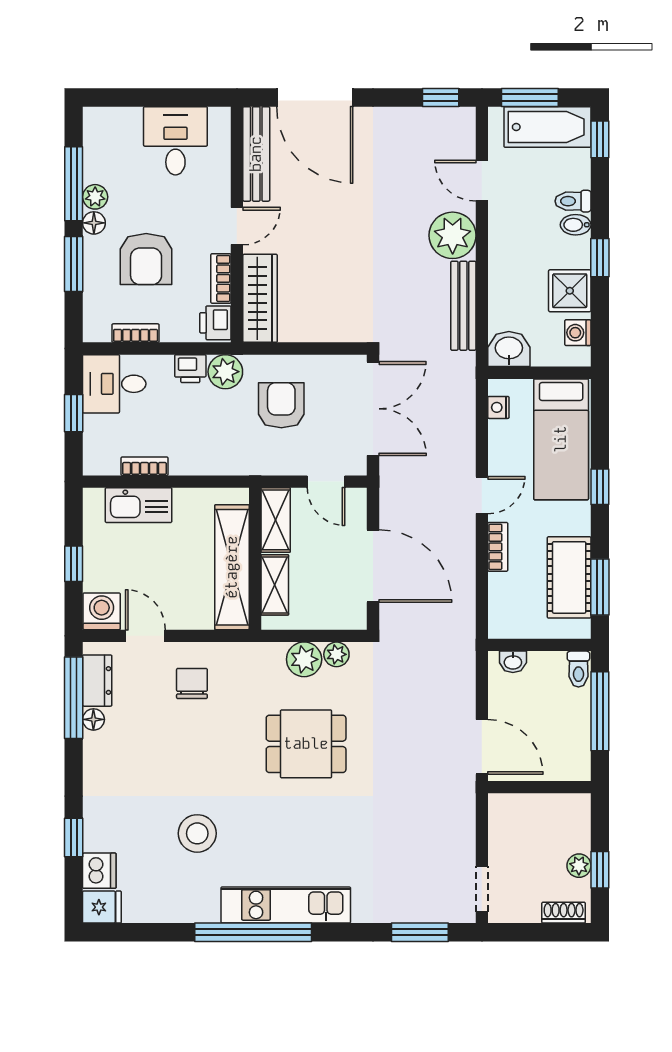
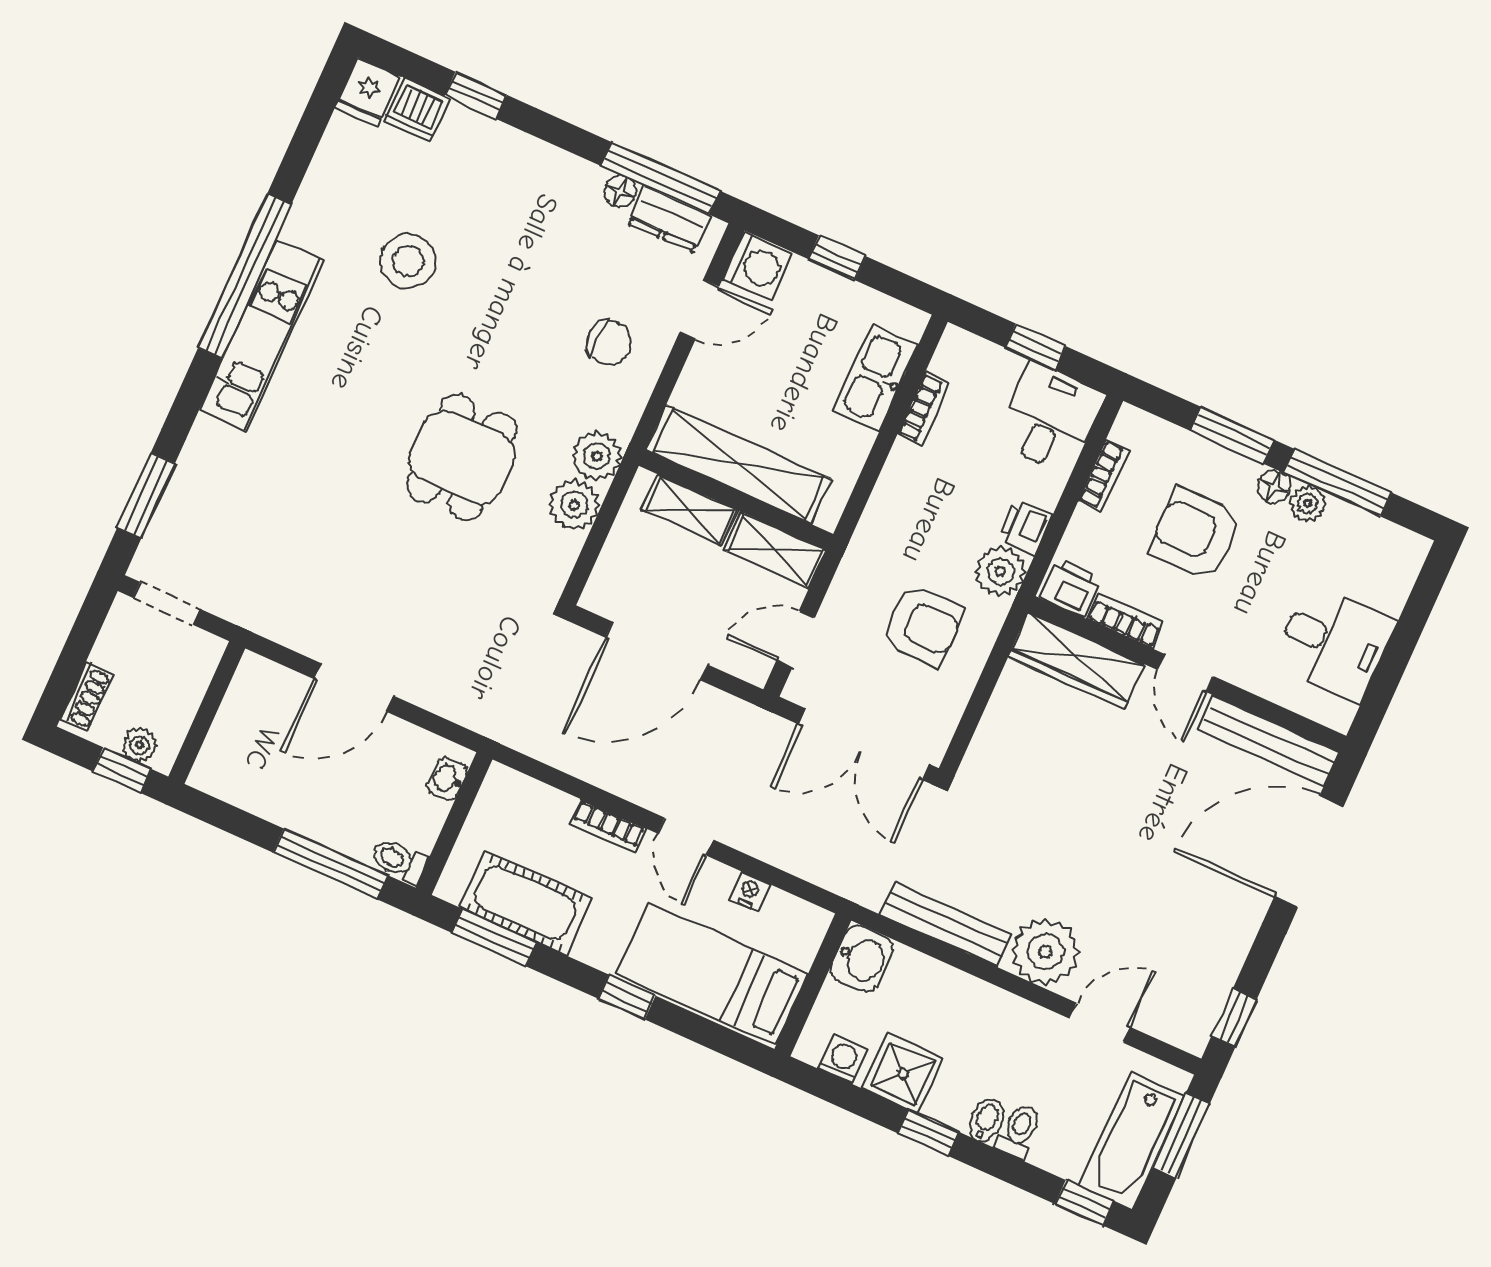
nightstand: (498, 407) -> (749, 891), moved
plant: (336, 654) -> (597, 456), moved, width x1.38, depth x1.38
wall: (539, 787) -> (207, 712), moved

